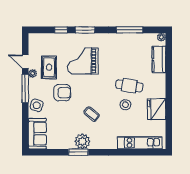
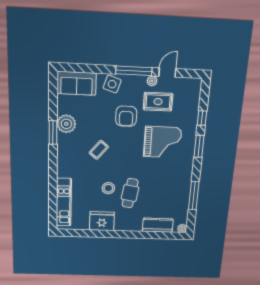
grand piano: (83, 61) -> (163, 142), turned 90
plant: (82, 141) -> (66, 124), moved

